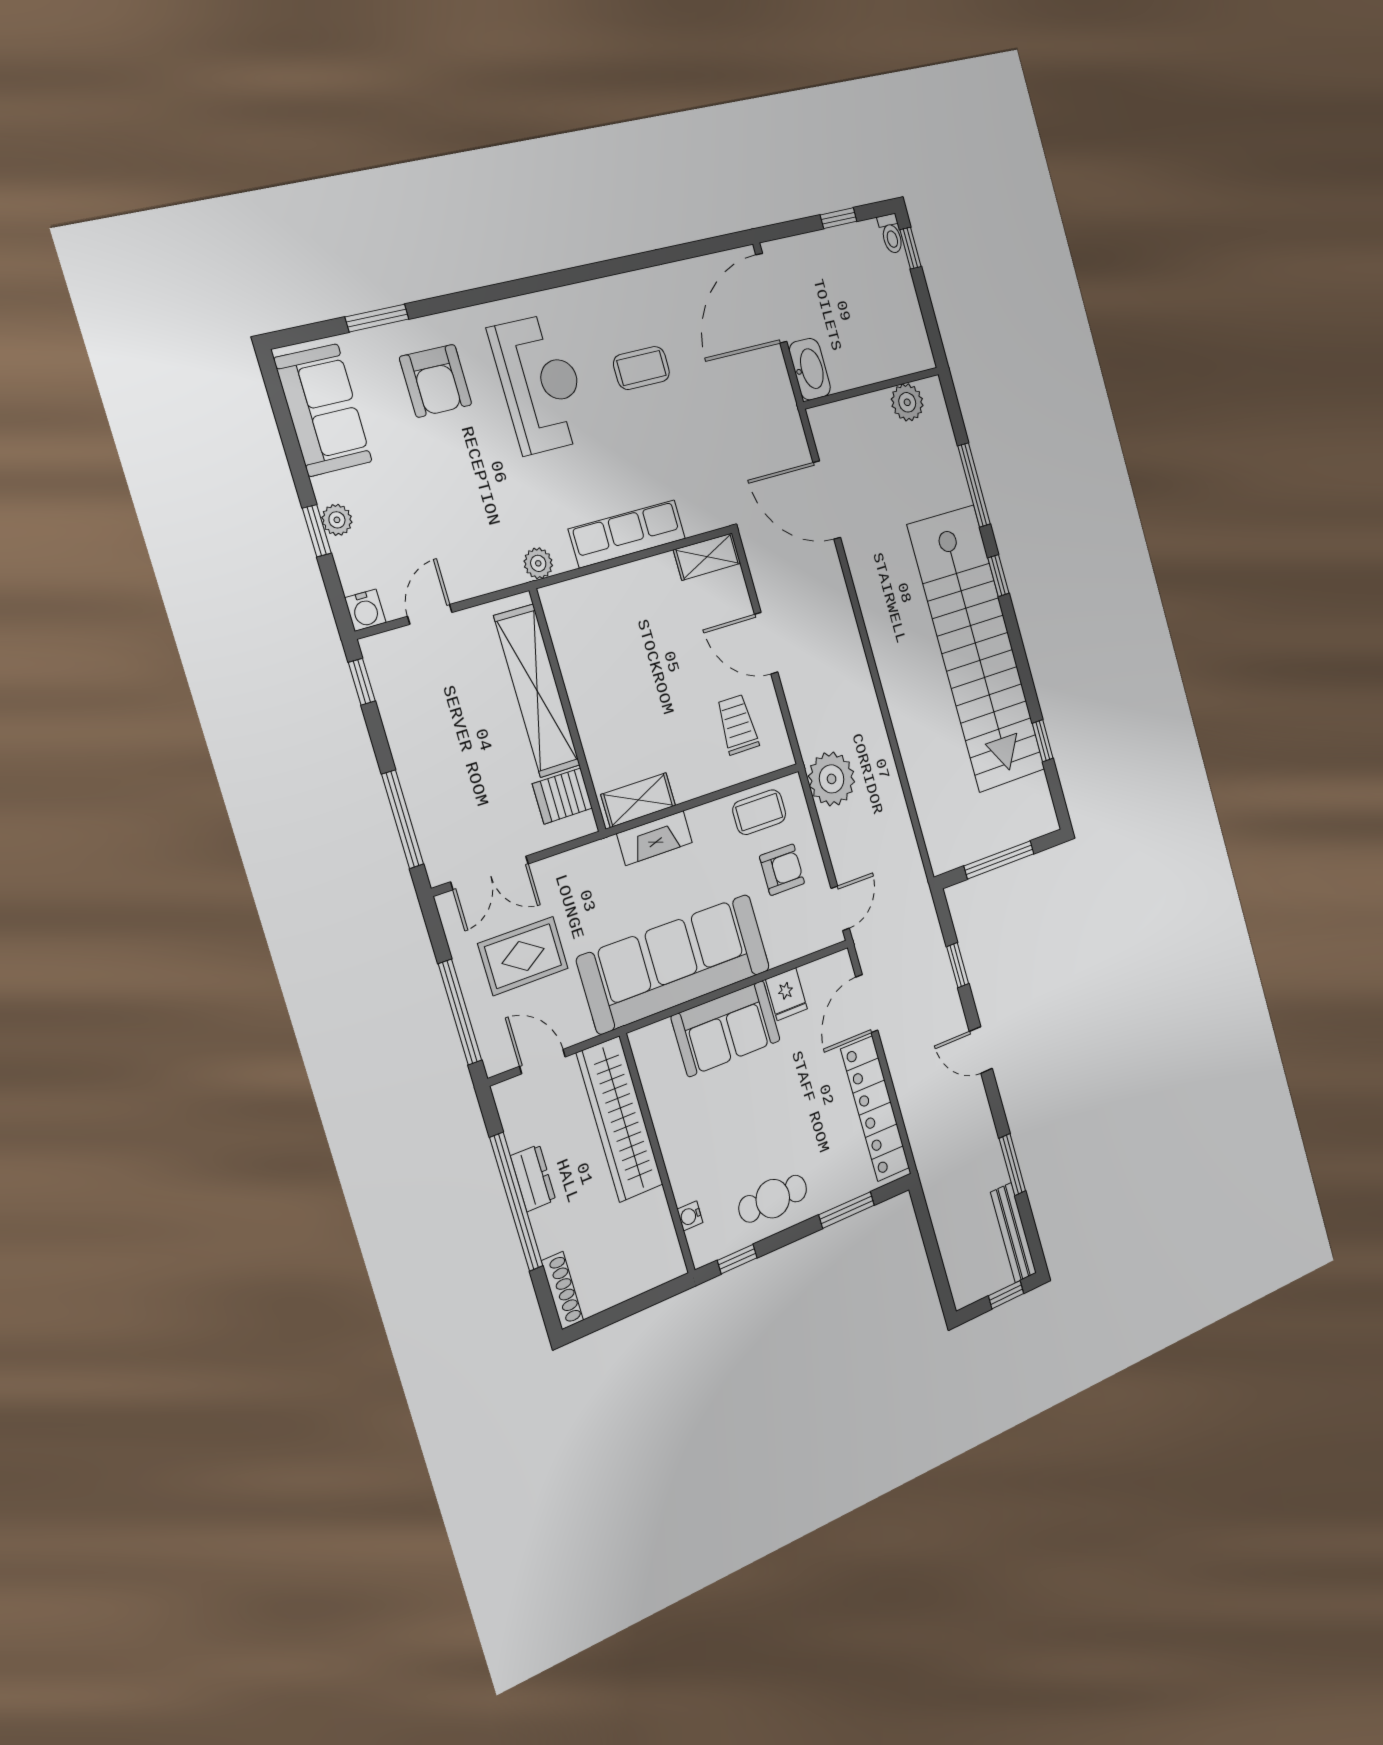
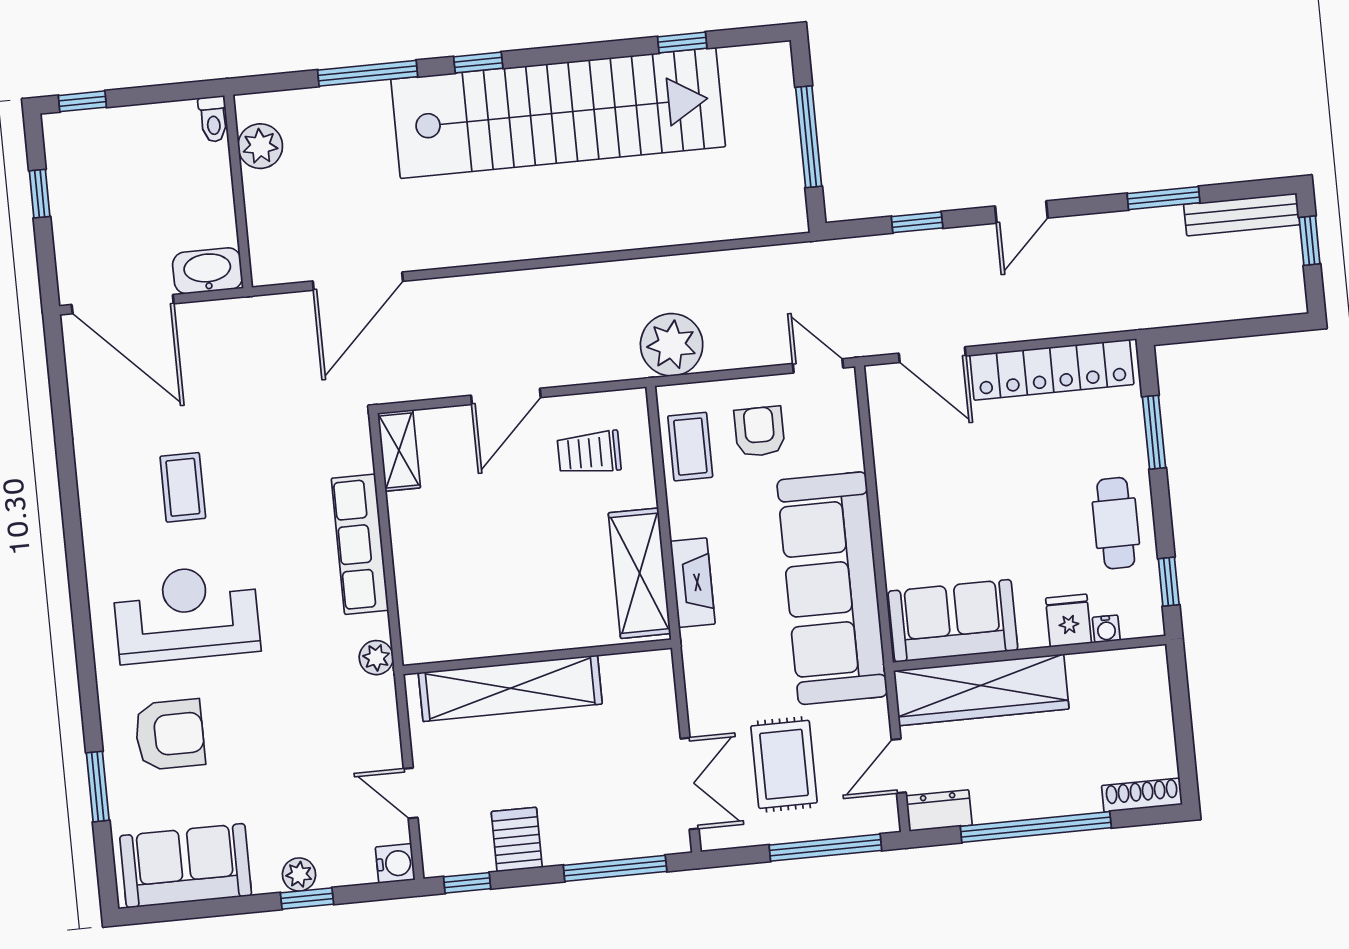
toilet: (891, 234) -> (213, 119), moved, turned 90
server rack: (562, 796) -> (517, 839), moved, turned 180
shelving: (638, 800) -> (640, 573), width x1.50, depth x1.33
fridge: (786, 994) -> (1069, 621), moved, turned -90
sofa: (726, 1028) -> (953, 621), moved, turned -90
dresser: (533, 1178) -> (939, 811), moved

